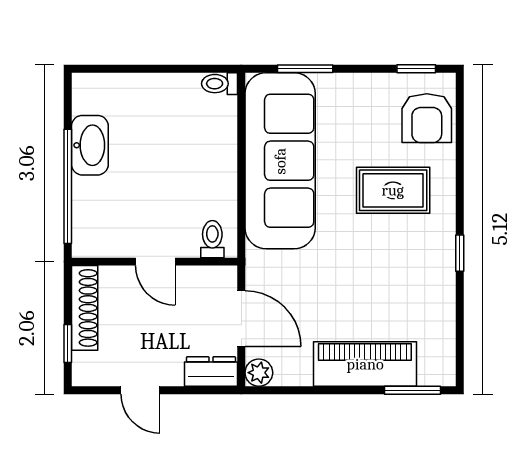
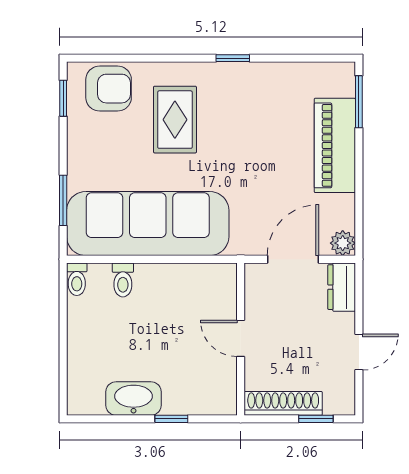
window: (68, 186) -> (171, 419), width x0.32
toilet: (212, 239) -> (123, 280), moved, turned -90
door: (155, 262) -> (241, 338), swing flipped

